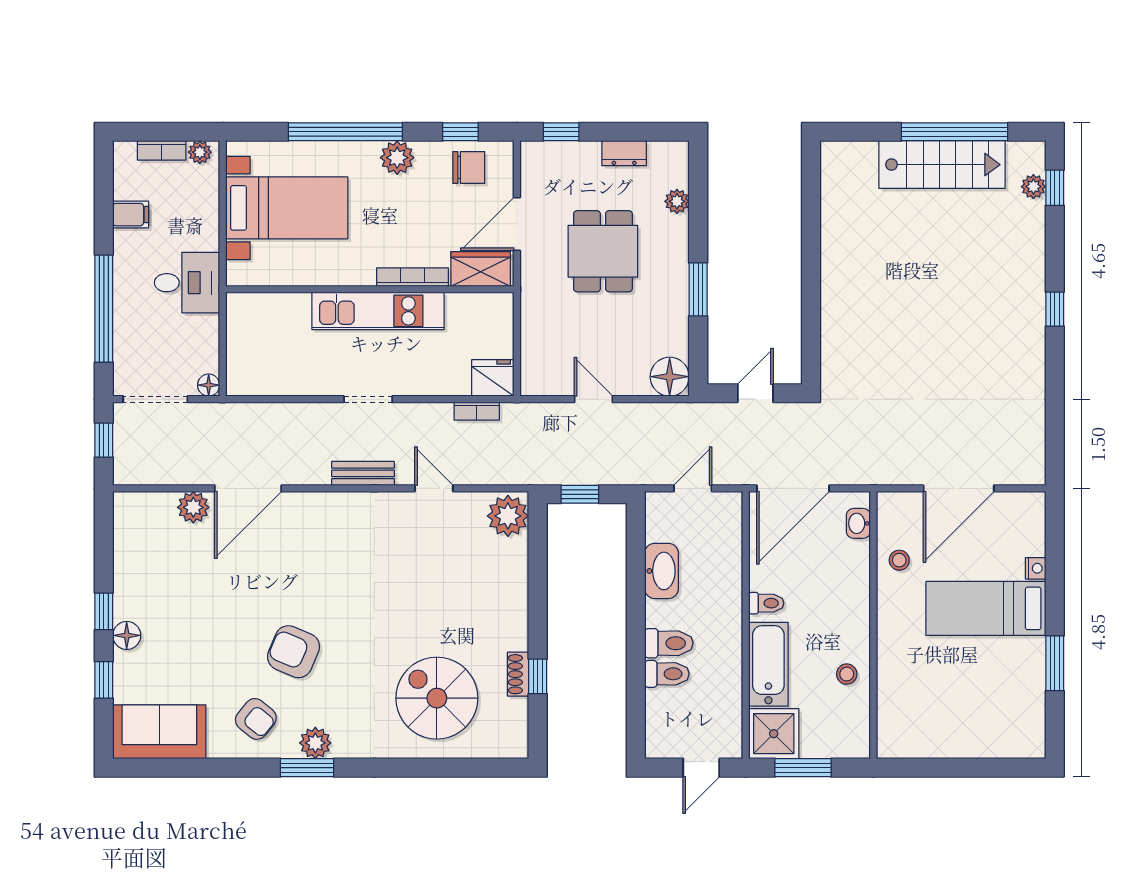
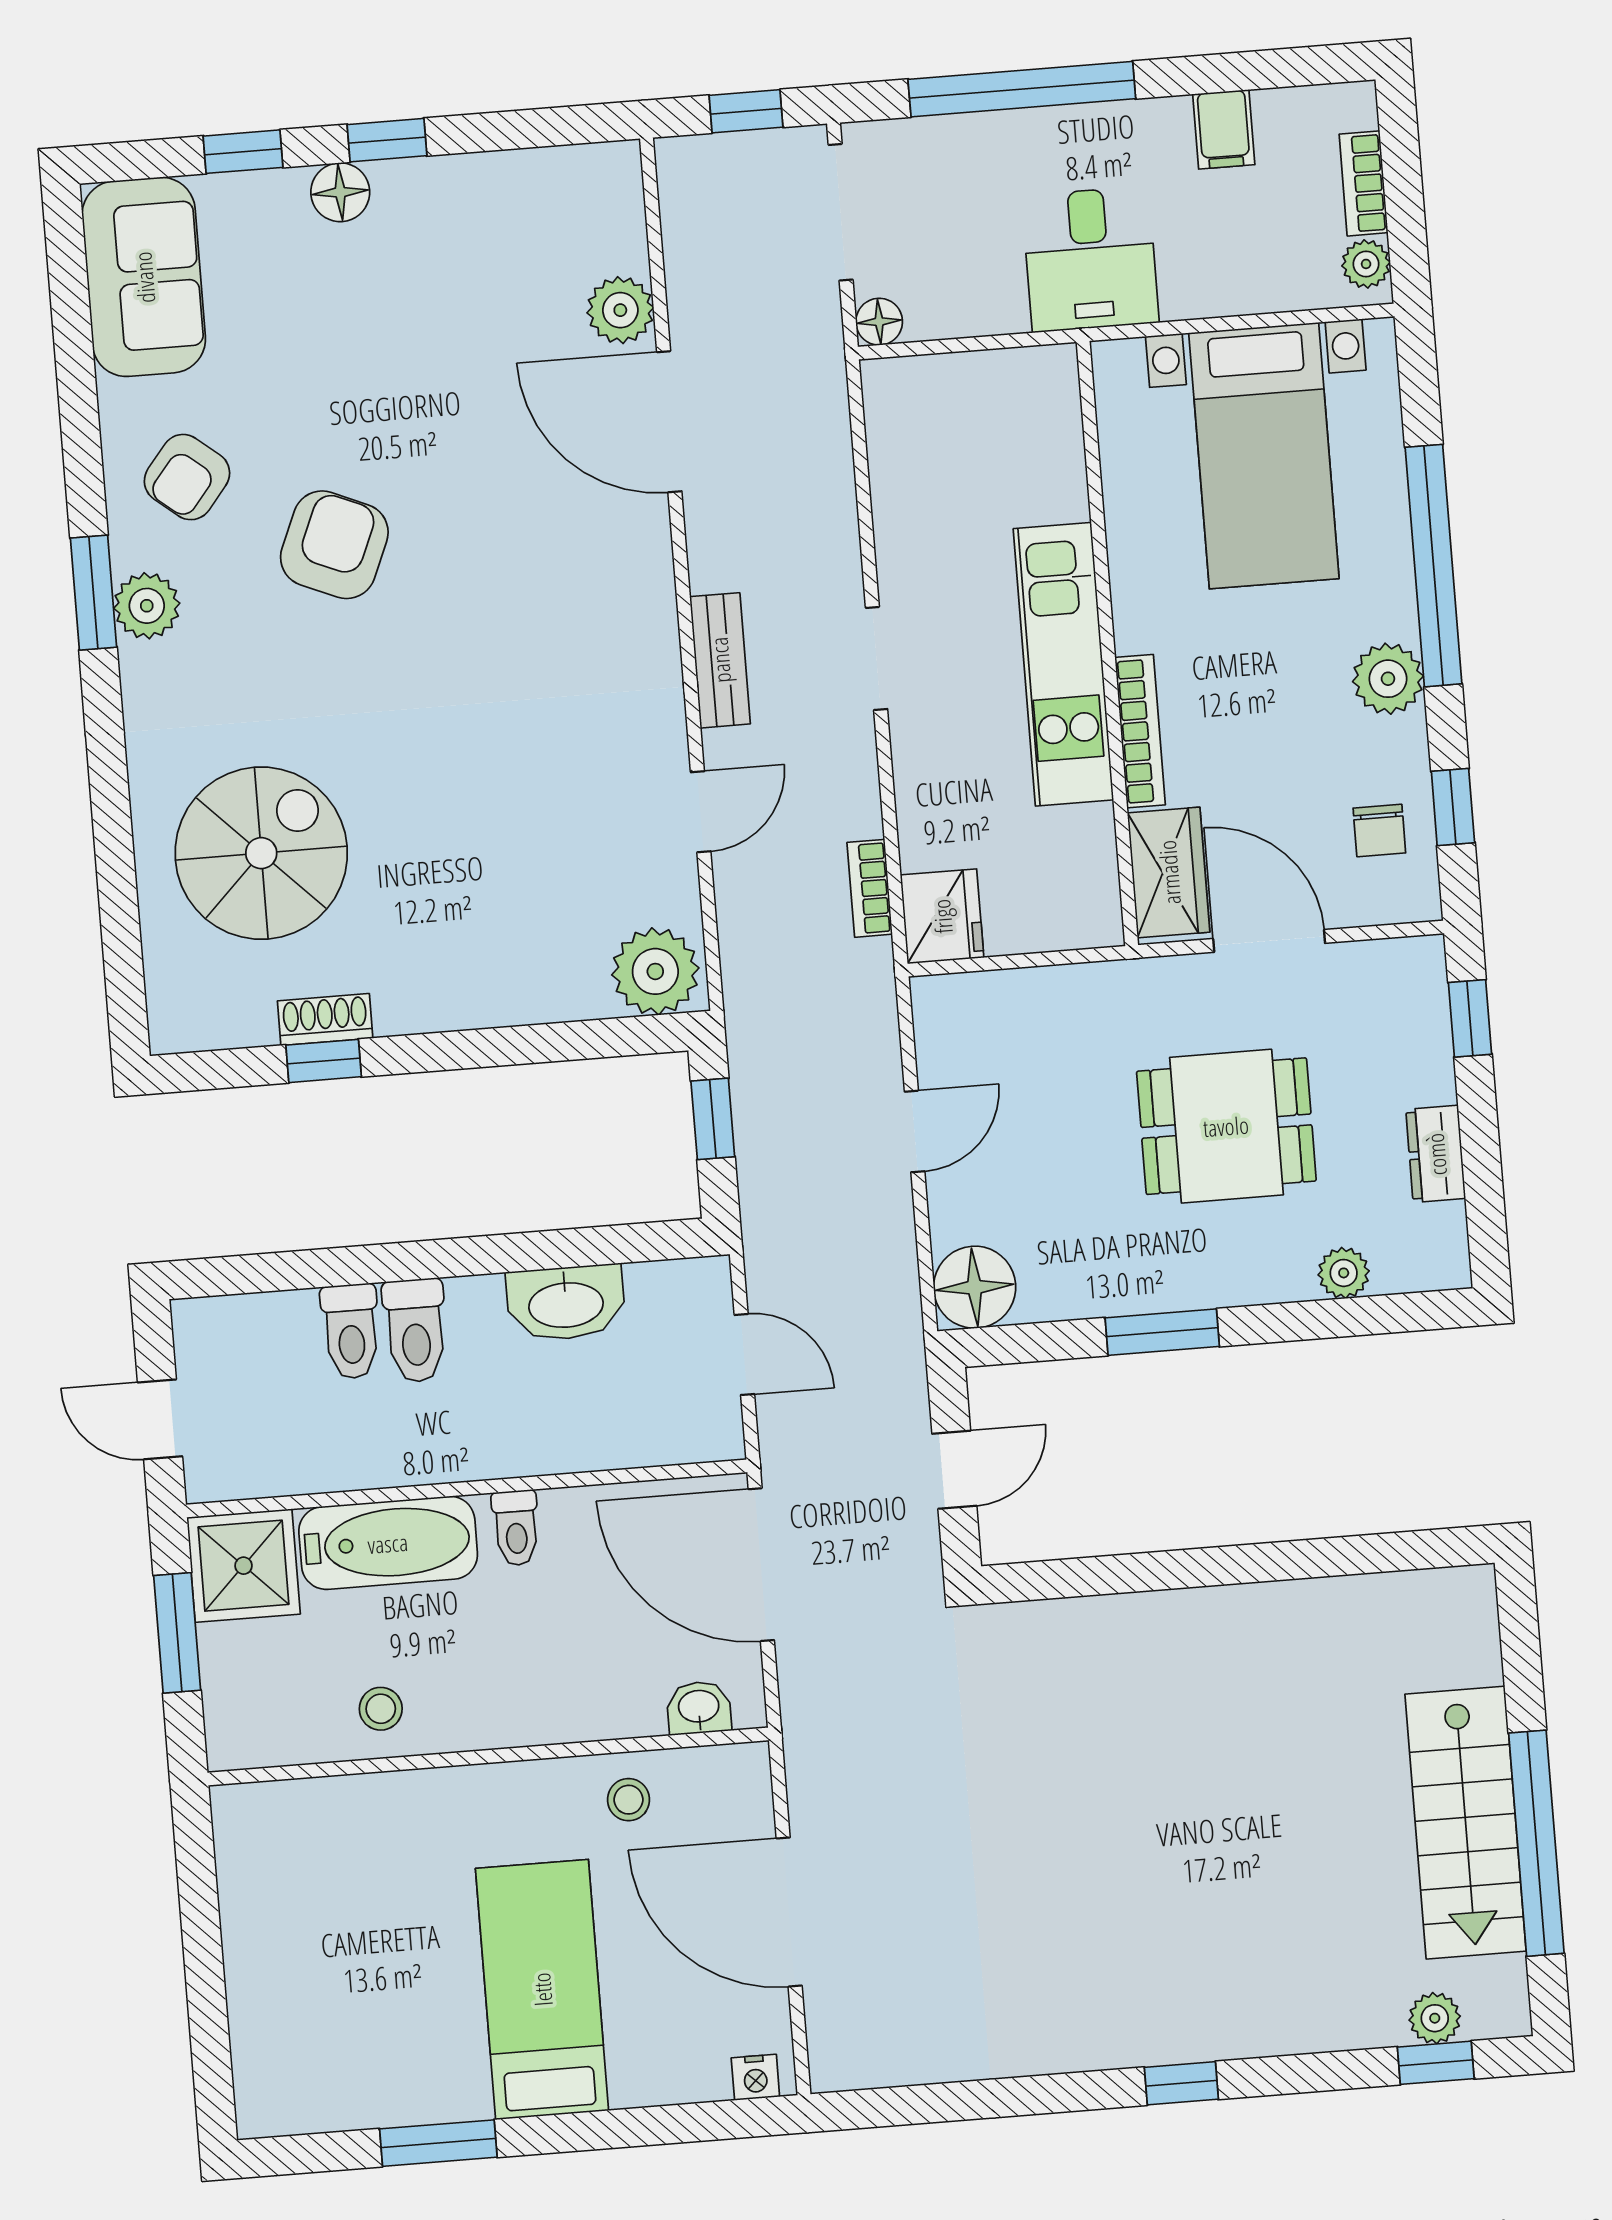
chair: (469, 168) -> (1379, 831), width x0.73, depth x0.73
door: (755, 393) -> (954, 1470), hinge flipped
nightstand: (1036, 568) -> (755, 2077), moved

